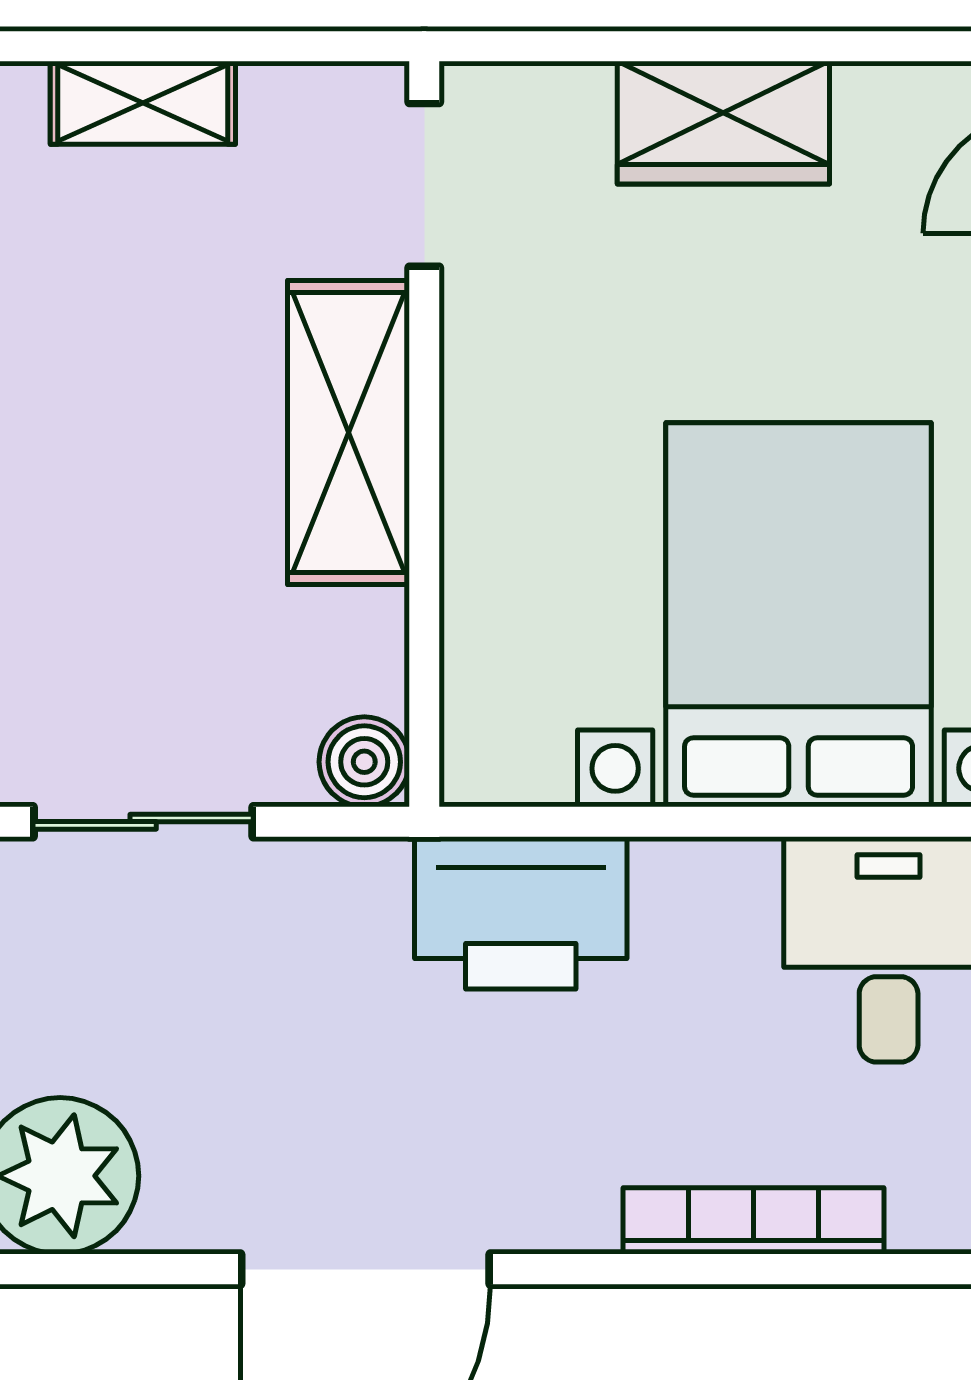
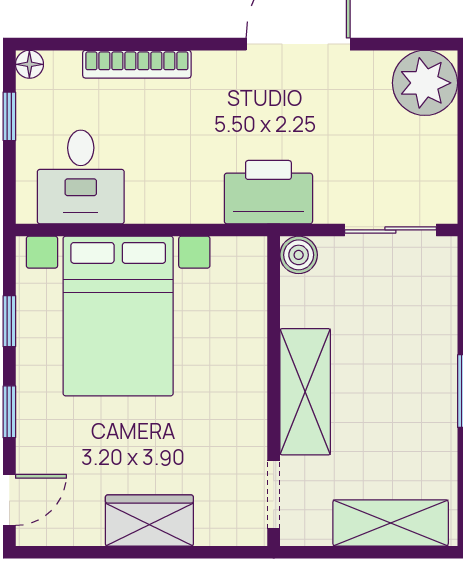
shelving: (143, 103) -> (391, 523), width x1.50, depth x1.33
printer: (521, 913) -> (268, 192), moved

